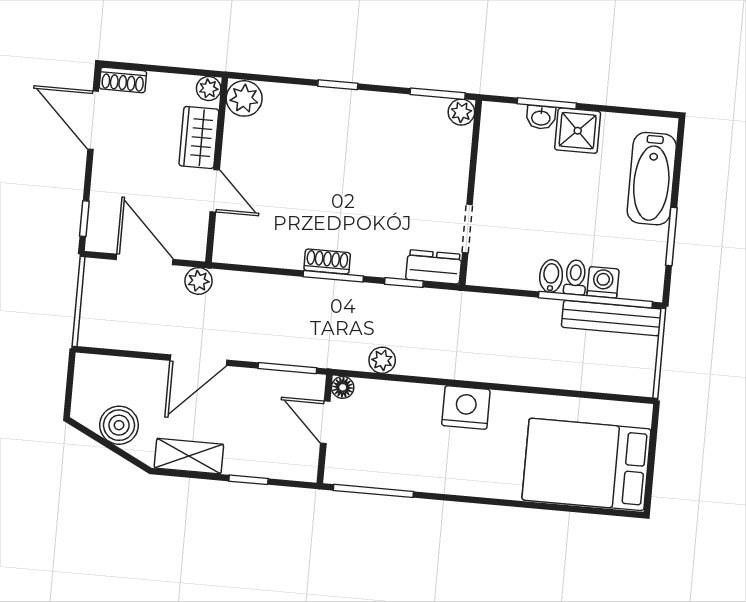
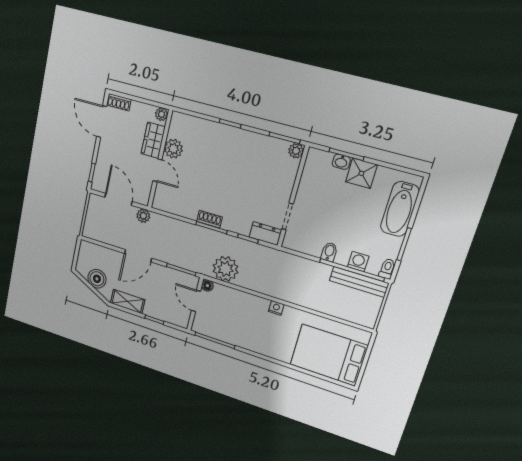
plant: (244, 98) -> (173, 149), moved
toilet: (575, 277) -> (387, 269), moved
plant: (382, 360) -> (225, 269), width x1.88, depth x1.88
nightstand: (466, 408) -> (276, 308), width x0.53, depth x0.56

